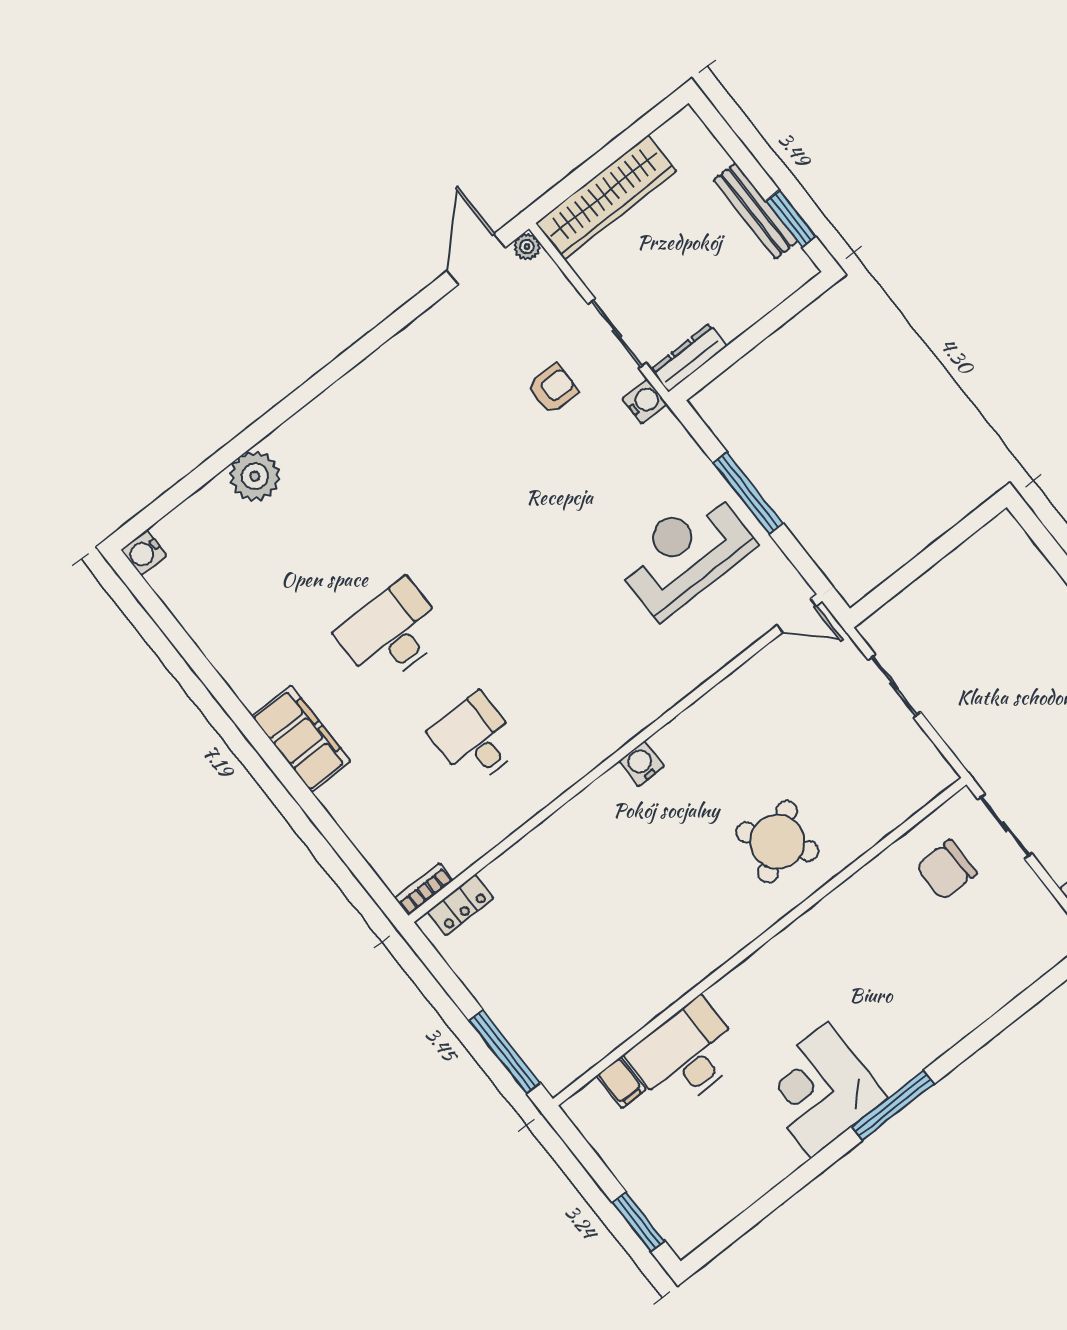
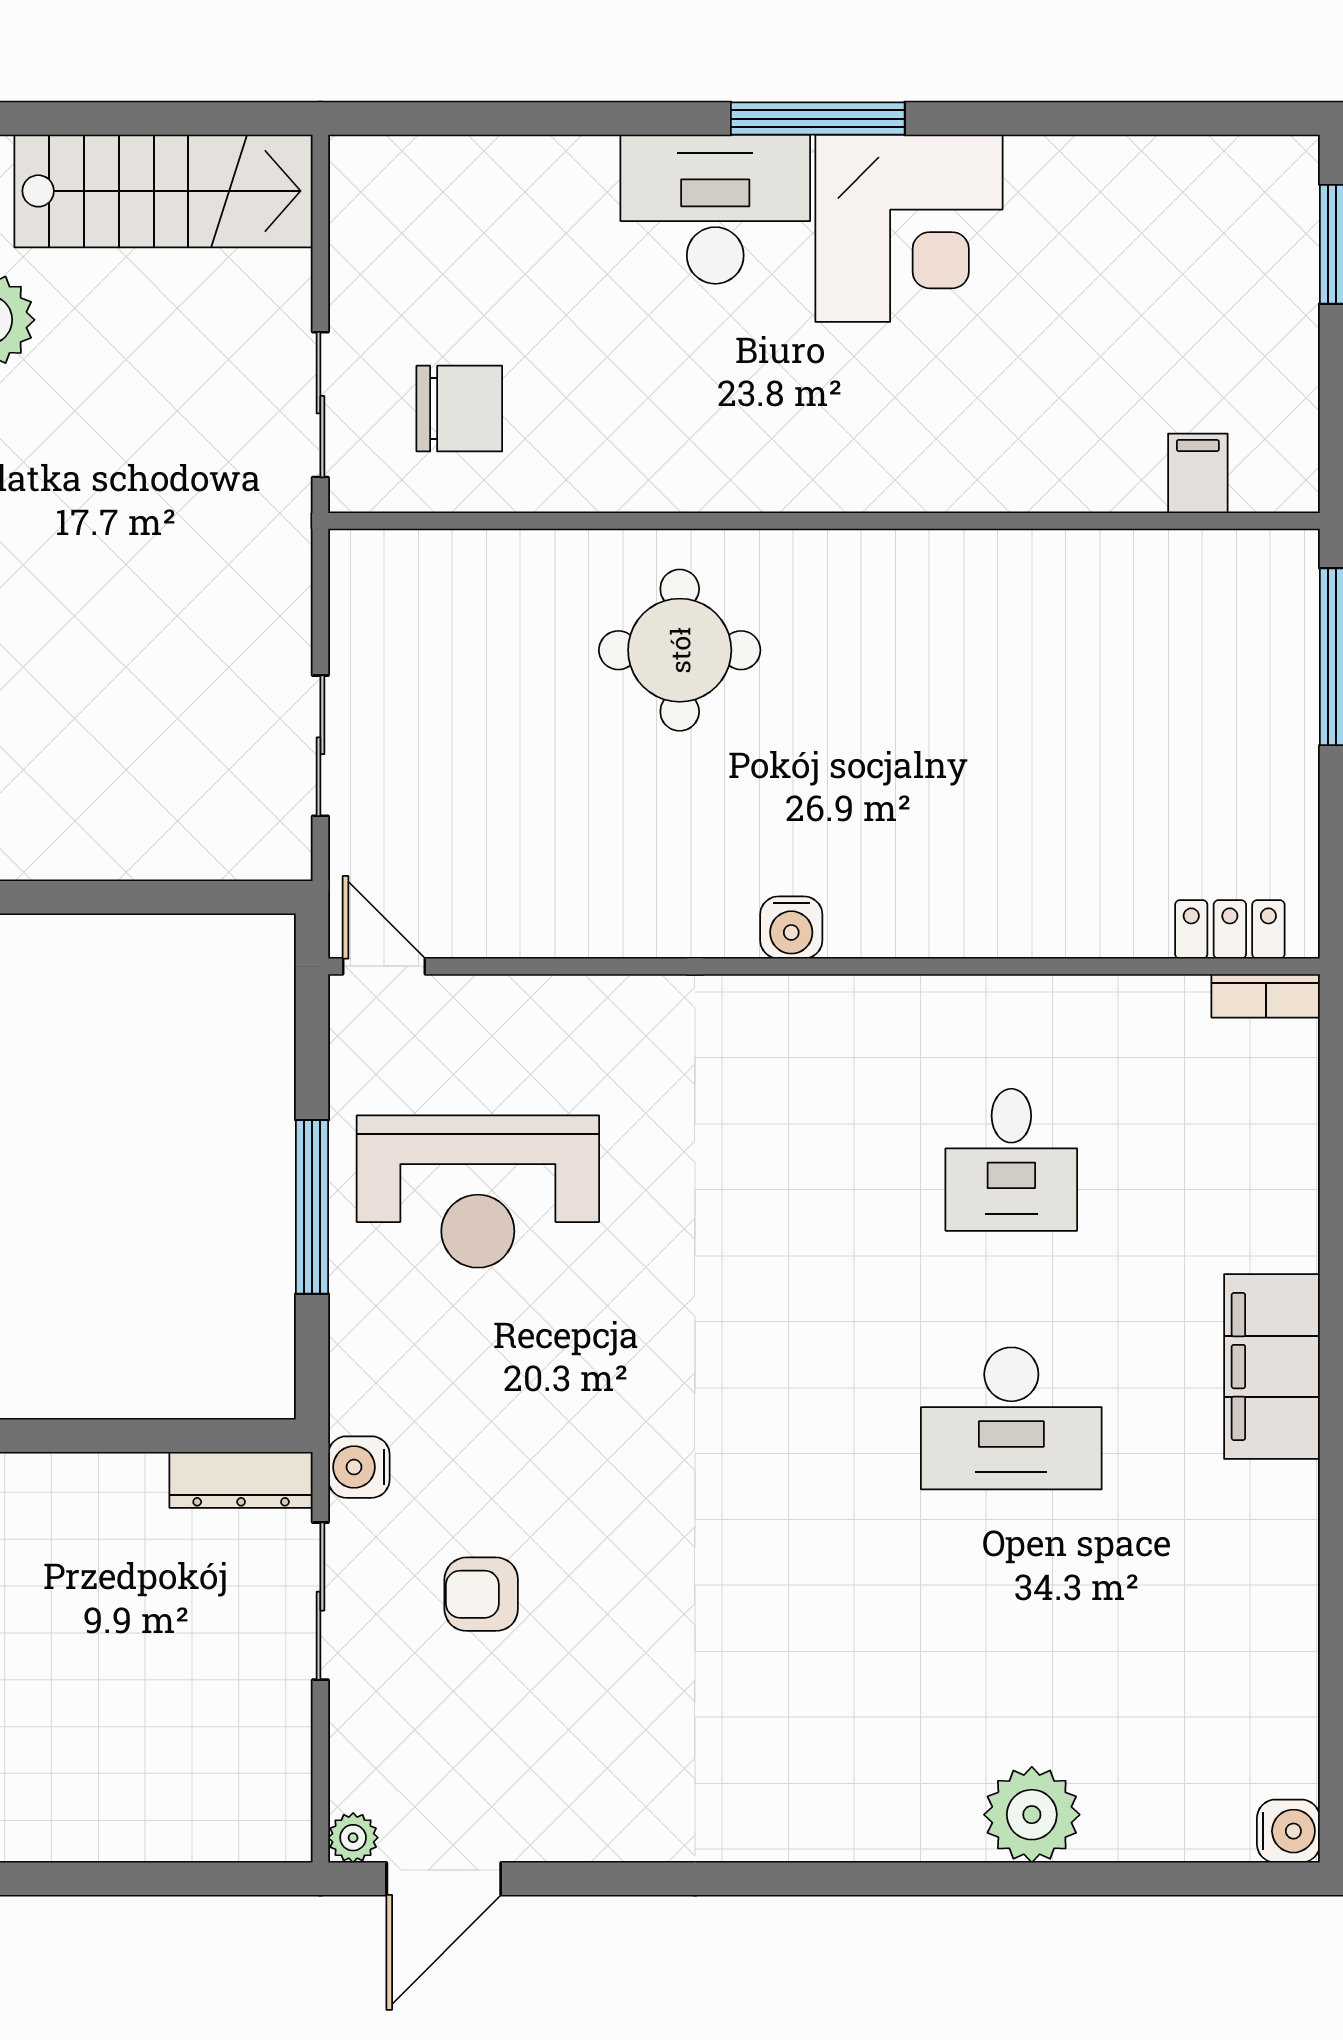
wardrobe: (606, 197) -> (176, 1818), removed
round table: (777, 842) -> (680, 650), turned 35
desk: (686, 1055) -> (715, 209), moved, turned 180

